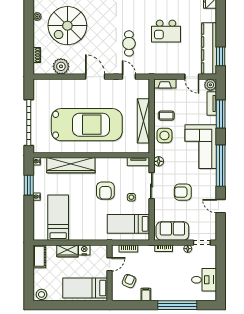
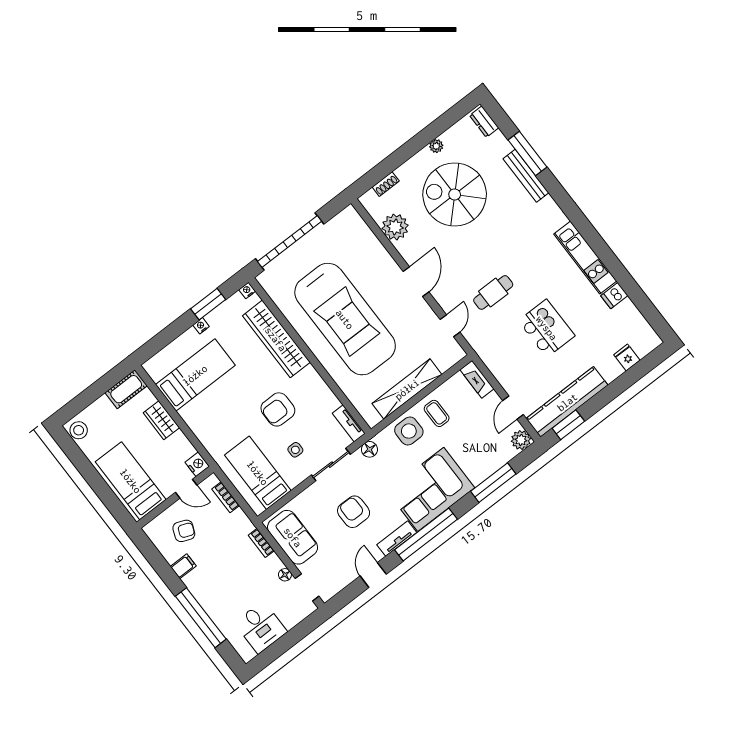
kitchen island: (166, 31) -> (547, 328), turned 180
tv unit: (212, 104) -> (397, 539), moved
nightstand: (84, 250) -> (197, 464), moved

